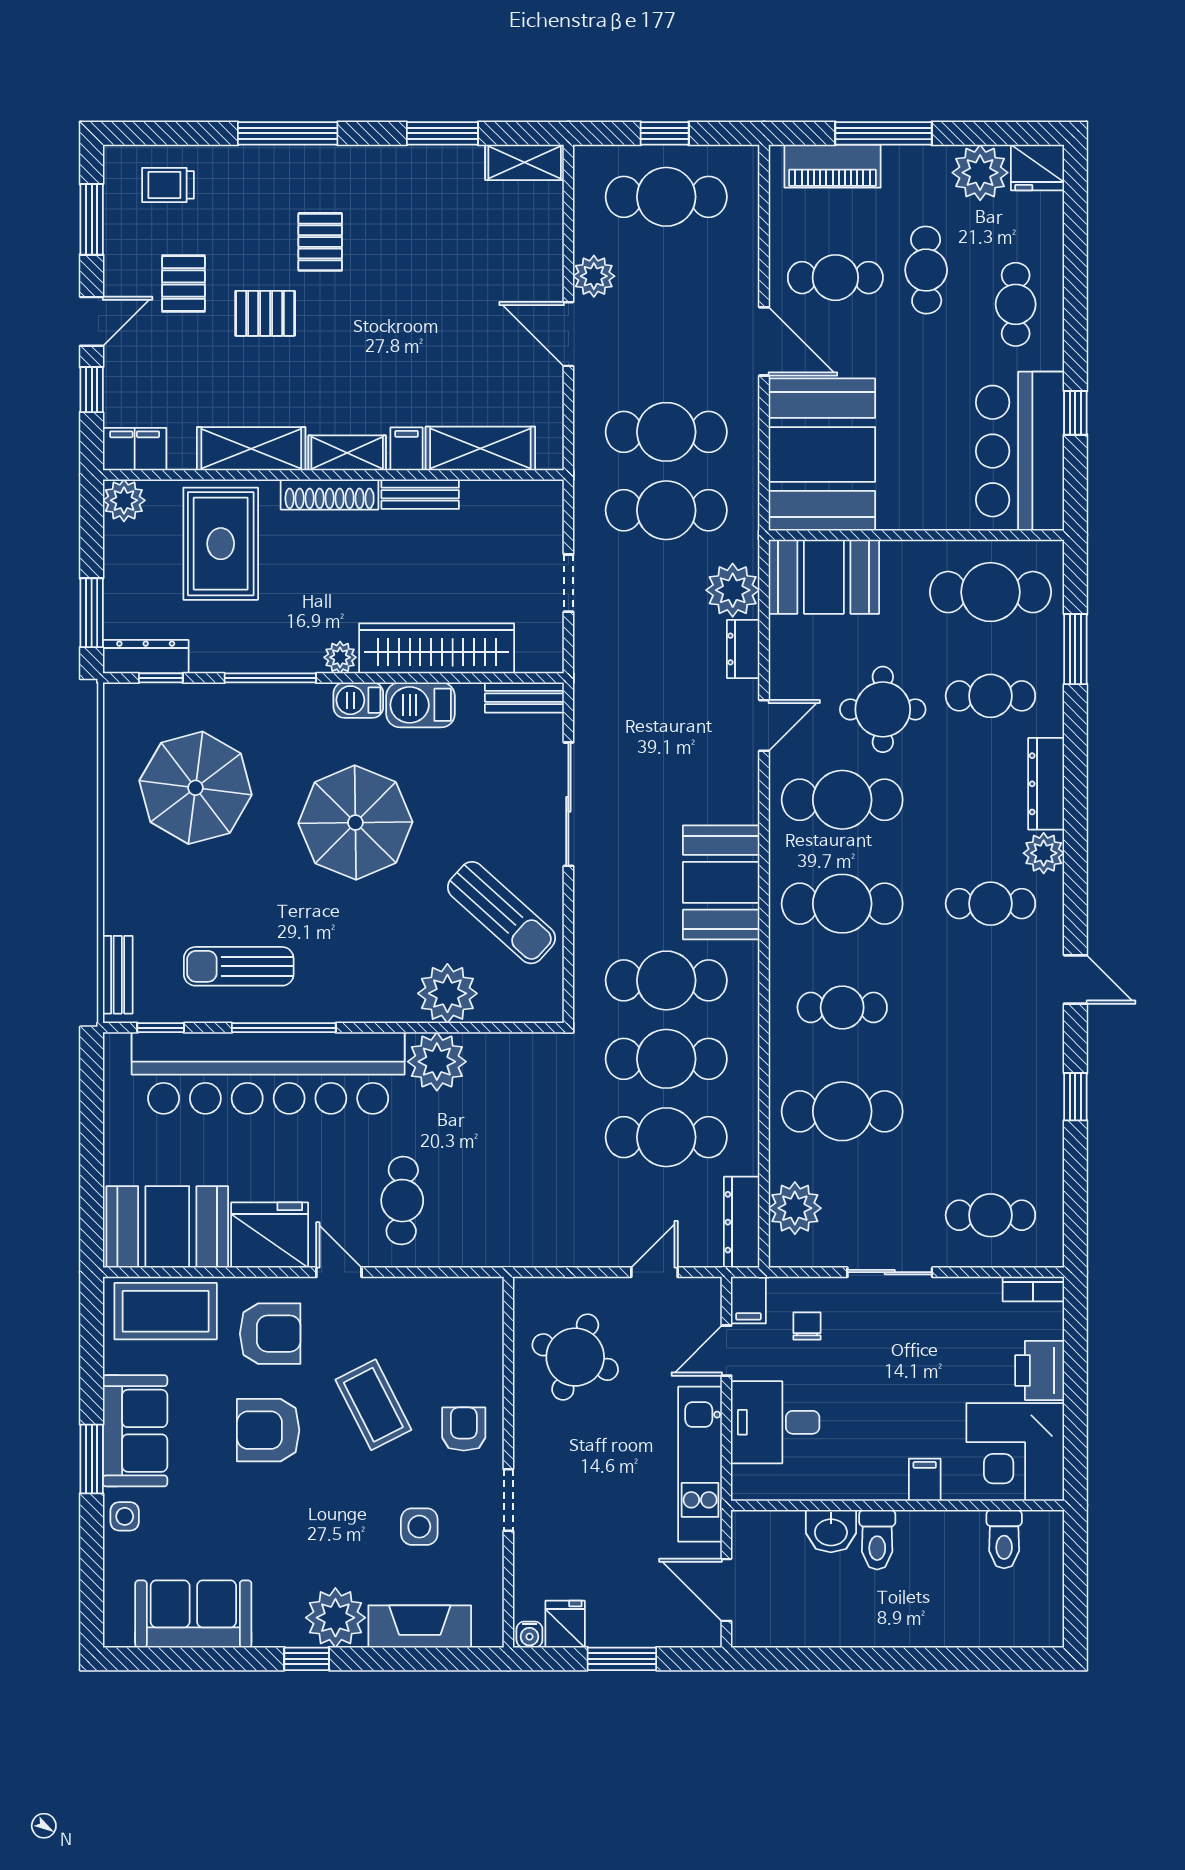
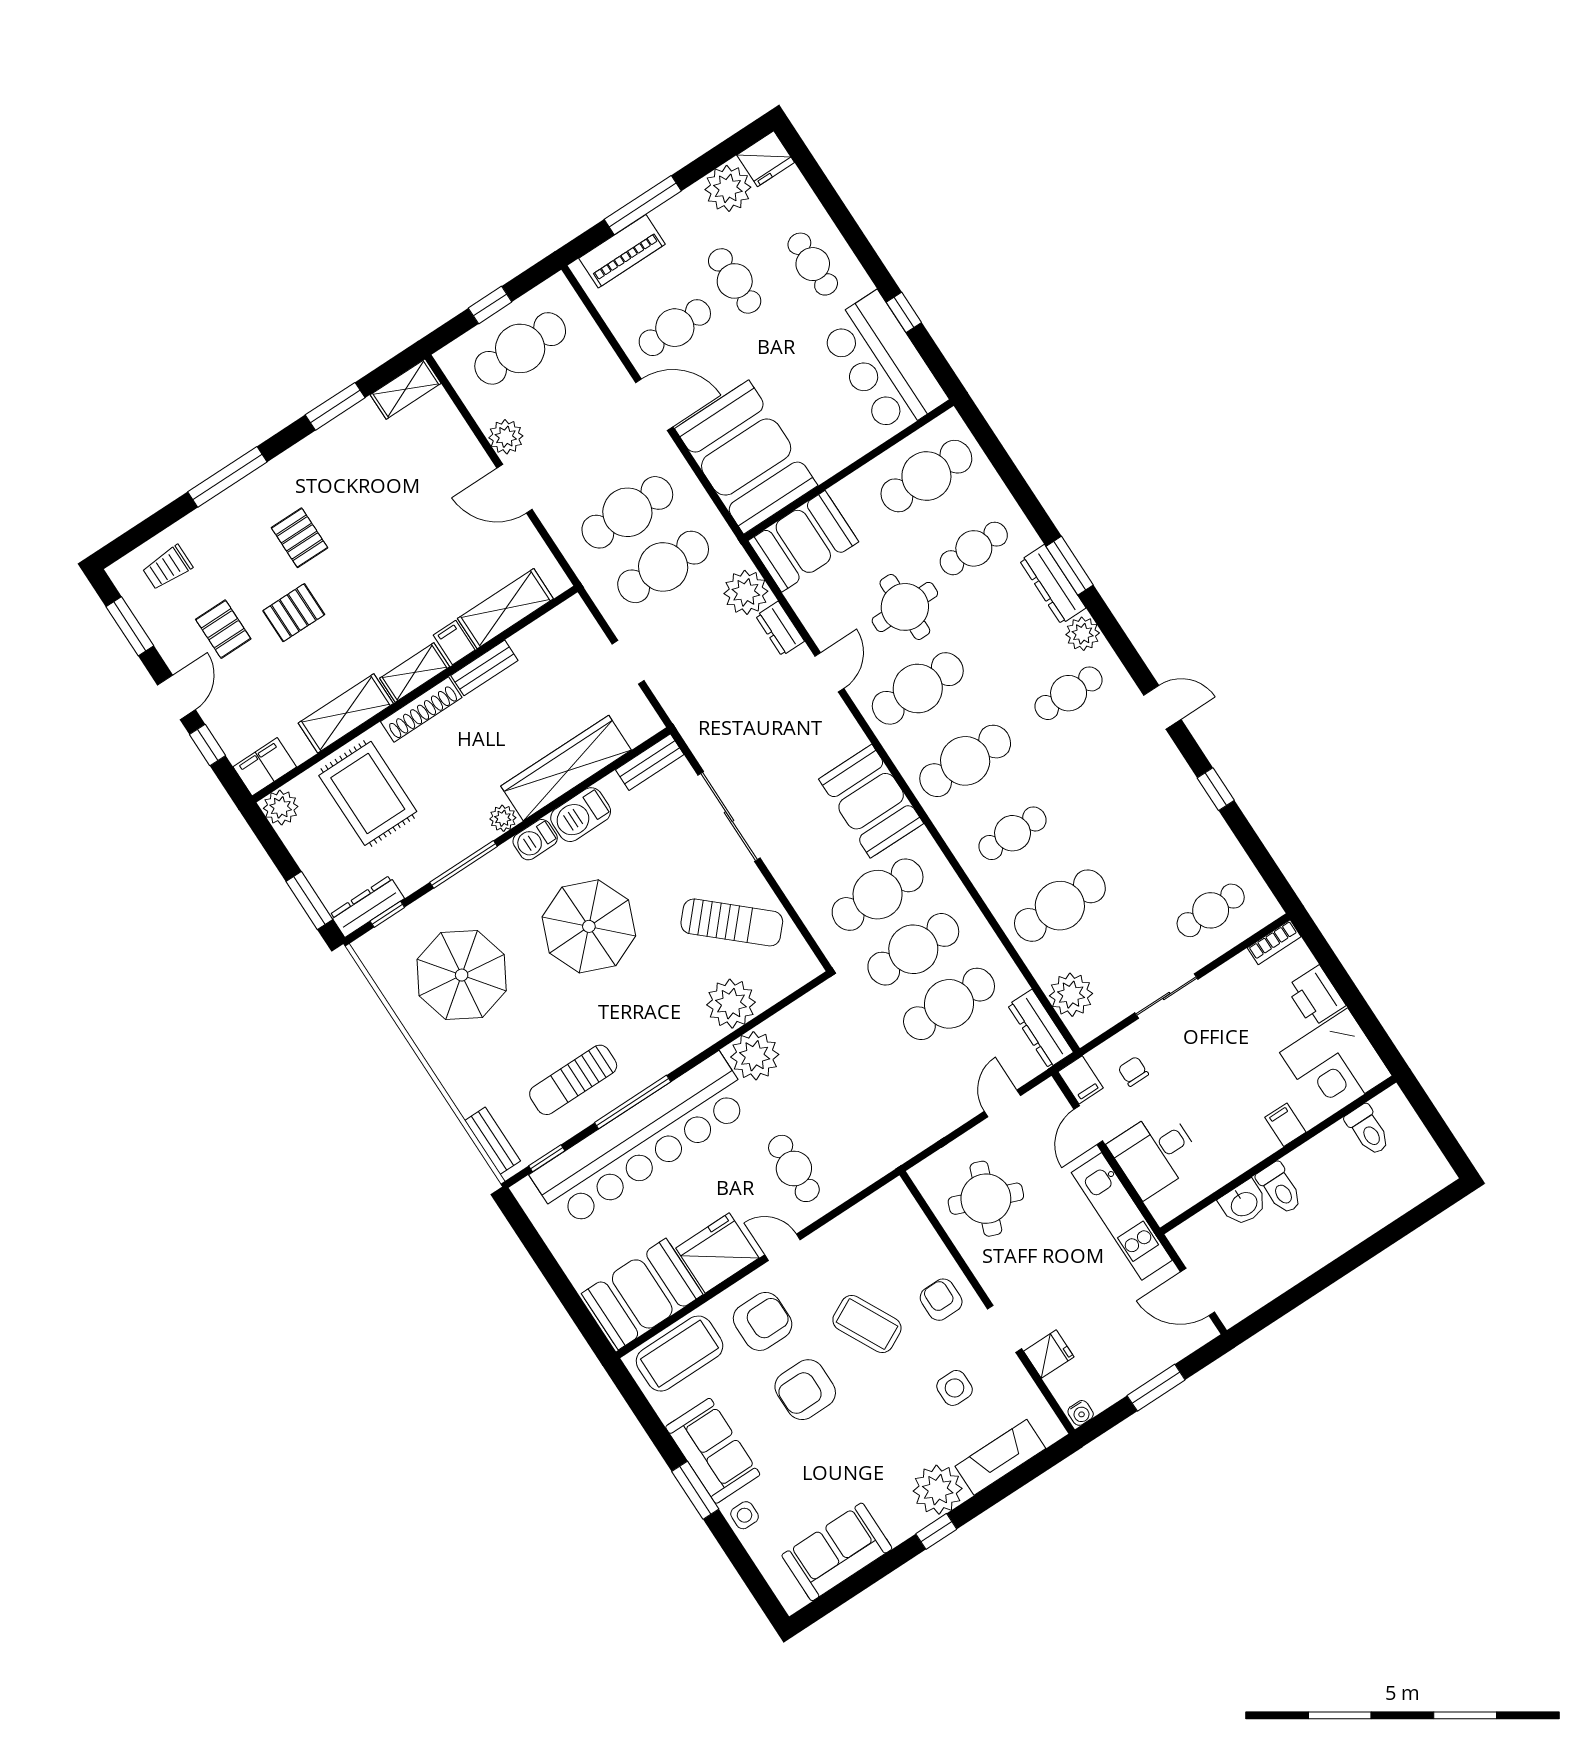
window: (1075, 649) -> (1070, 566), moved
fridge: (565, 1624) -> (1049, 1354), moved, turned 90

